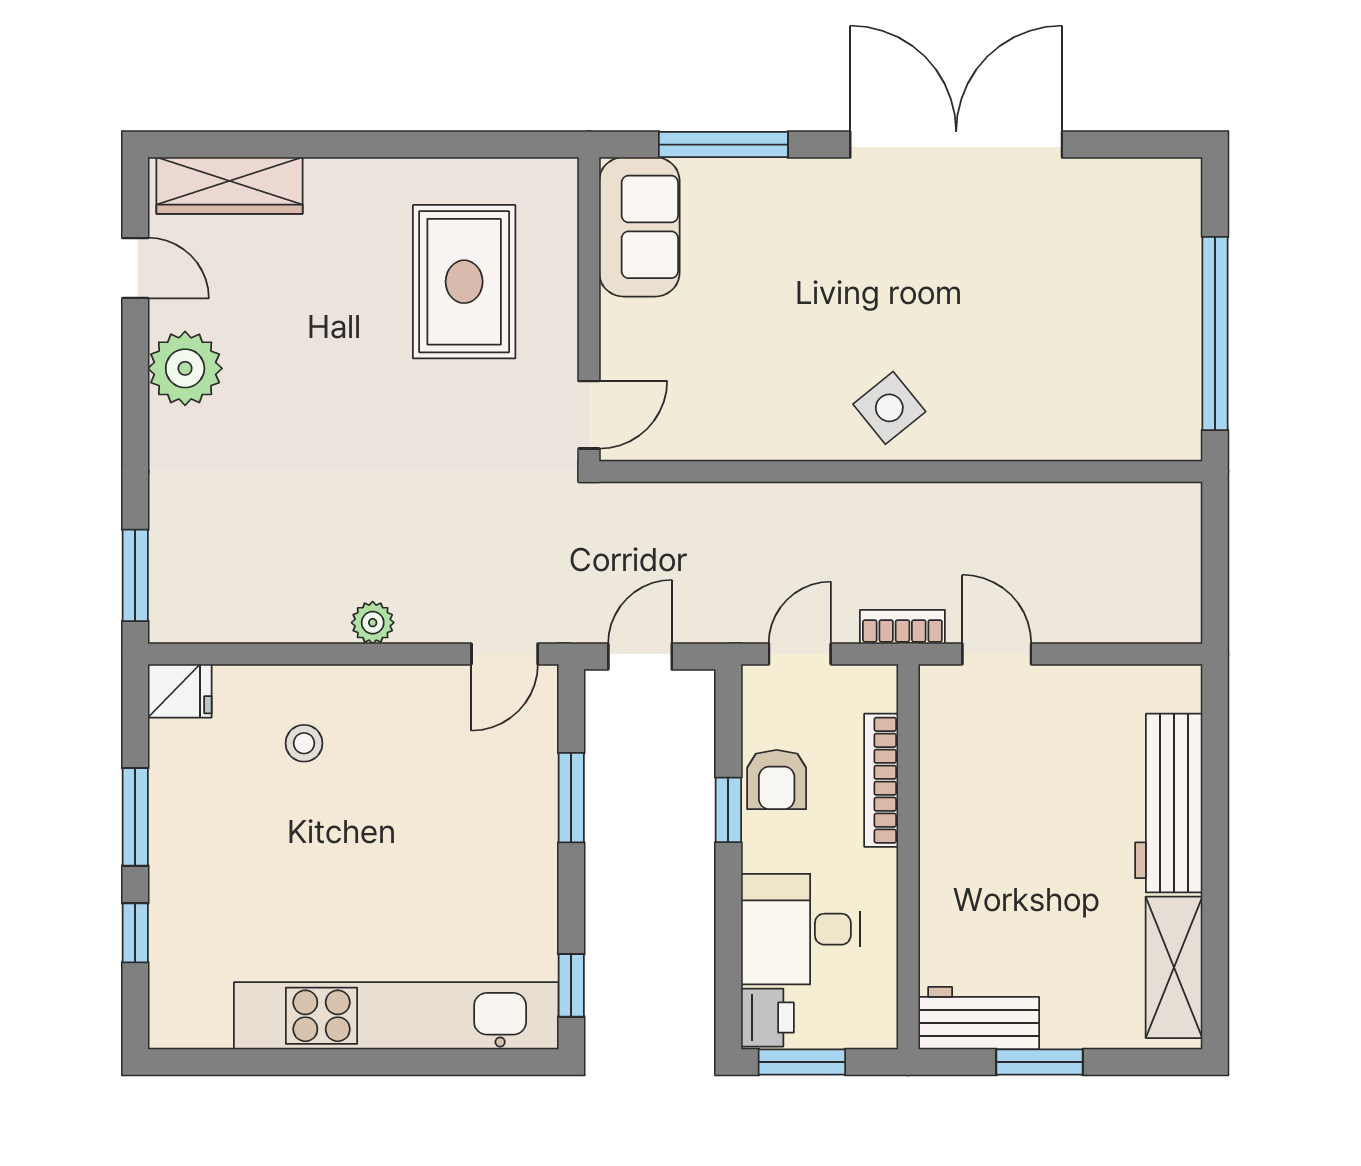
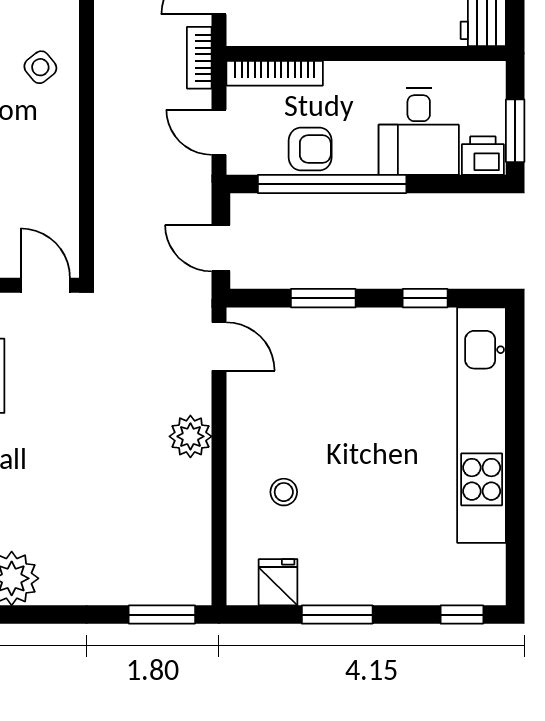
side table: (889, 408) -> (40, 67), width x0.73, depth x0.73
plant: (373, 623) -> (190, 436), width x1.38, depth x1.38
fridge: (180, 691) -> (278, 582), moved
bookcase: (881, 780) -> (275, 73), moved
window: (728, 810) -> (332, 184), width x3.17
window: (135, 933) -> (462, 615), moved
window: (571, 985) -> (425, 298), moved

